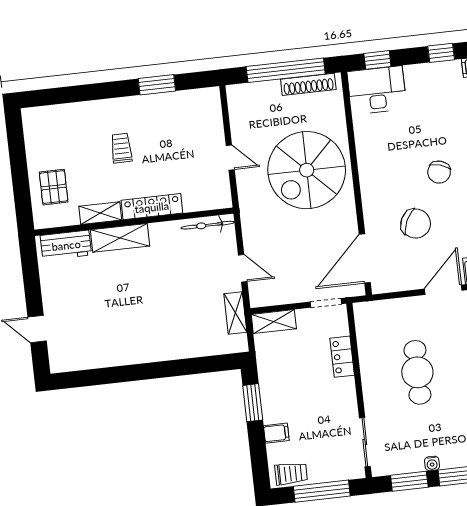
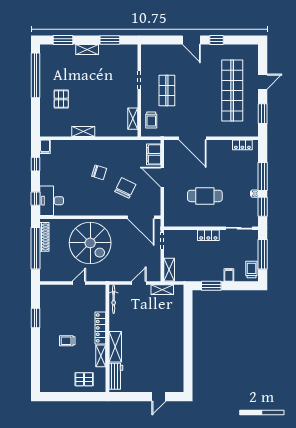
locker: (342, 357) -> (208, 235), moved

